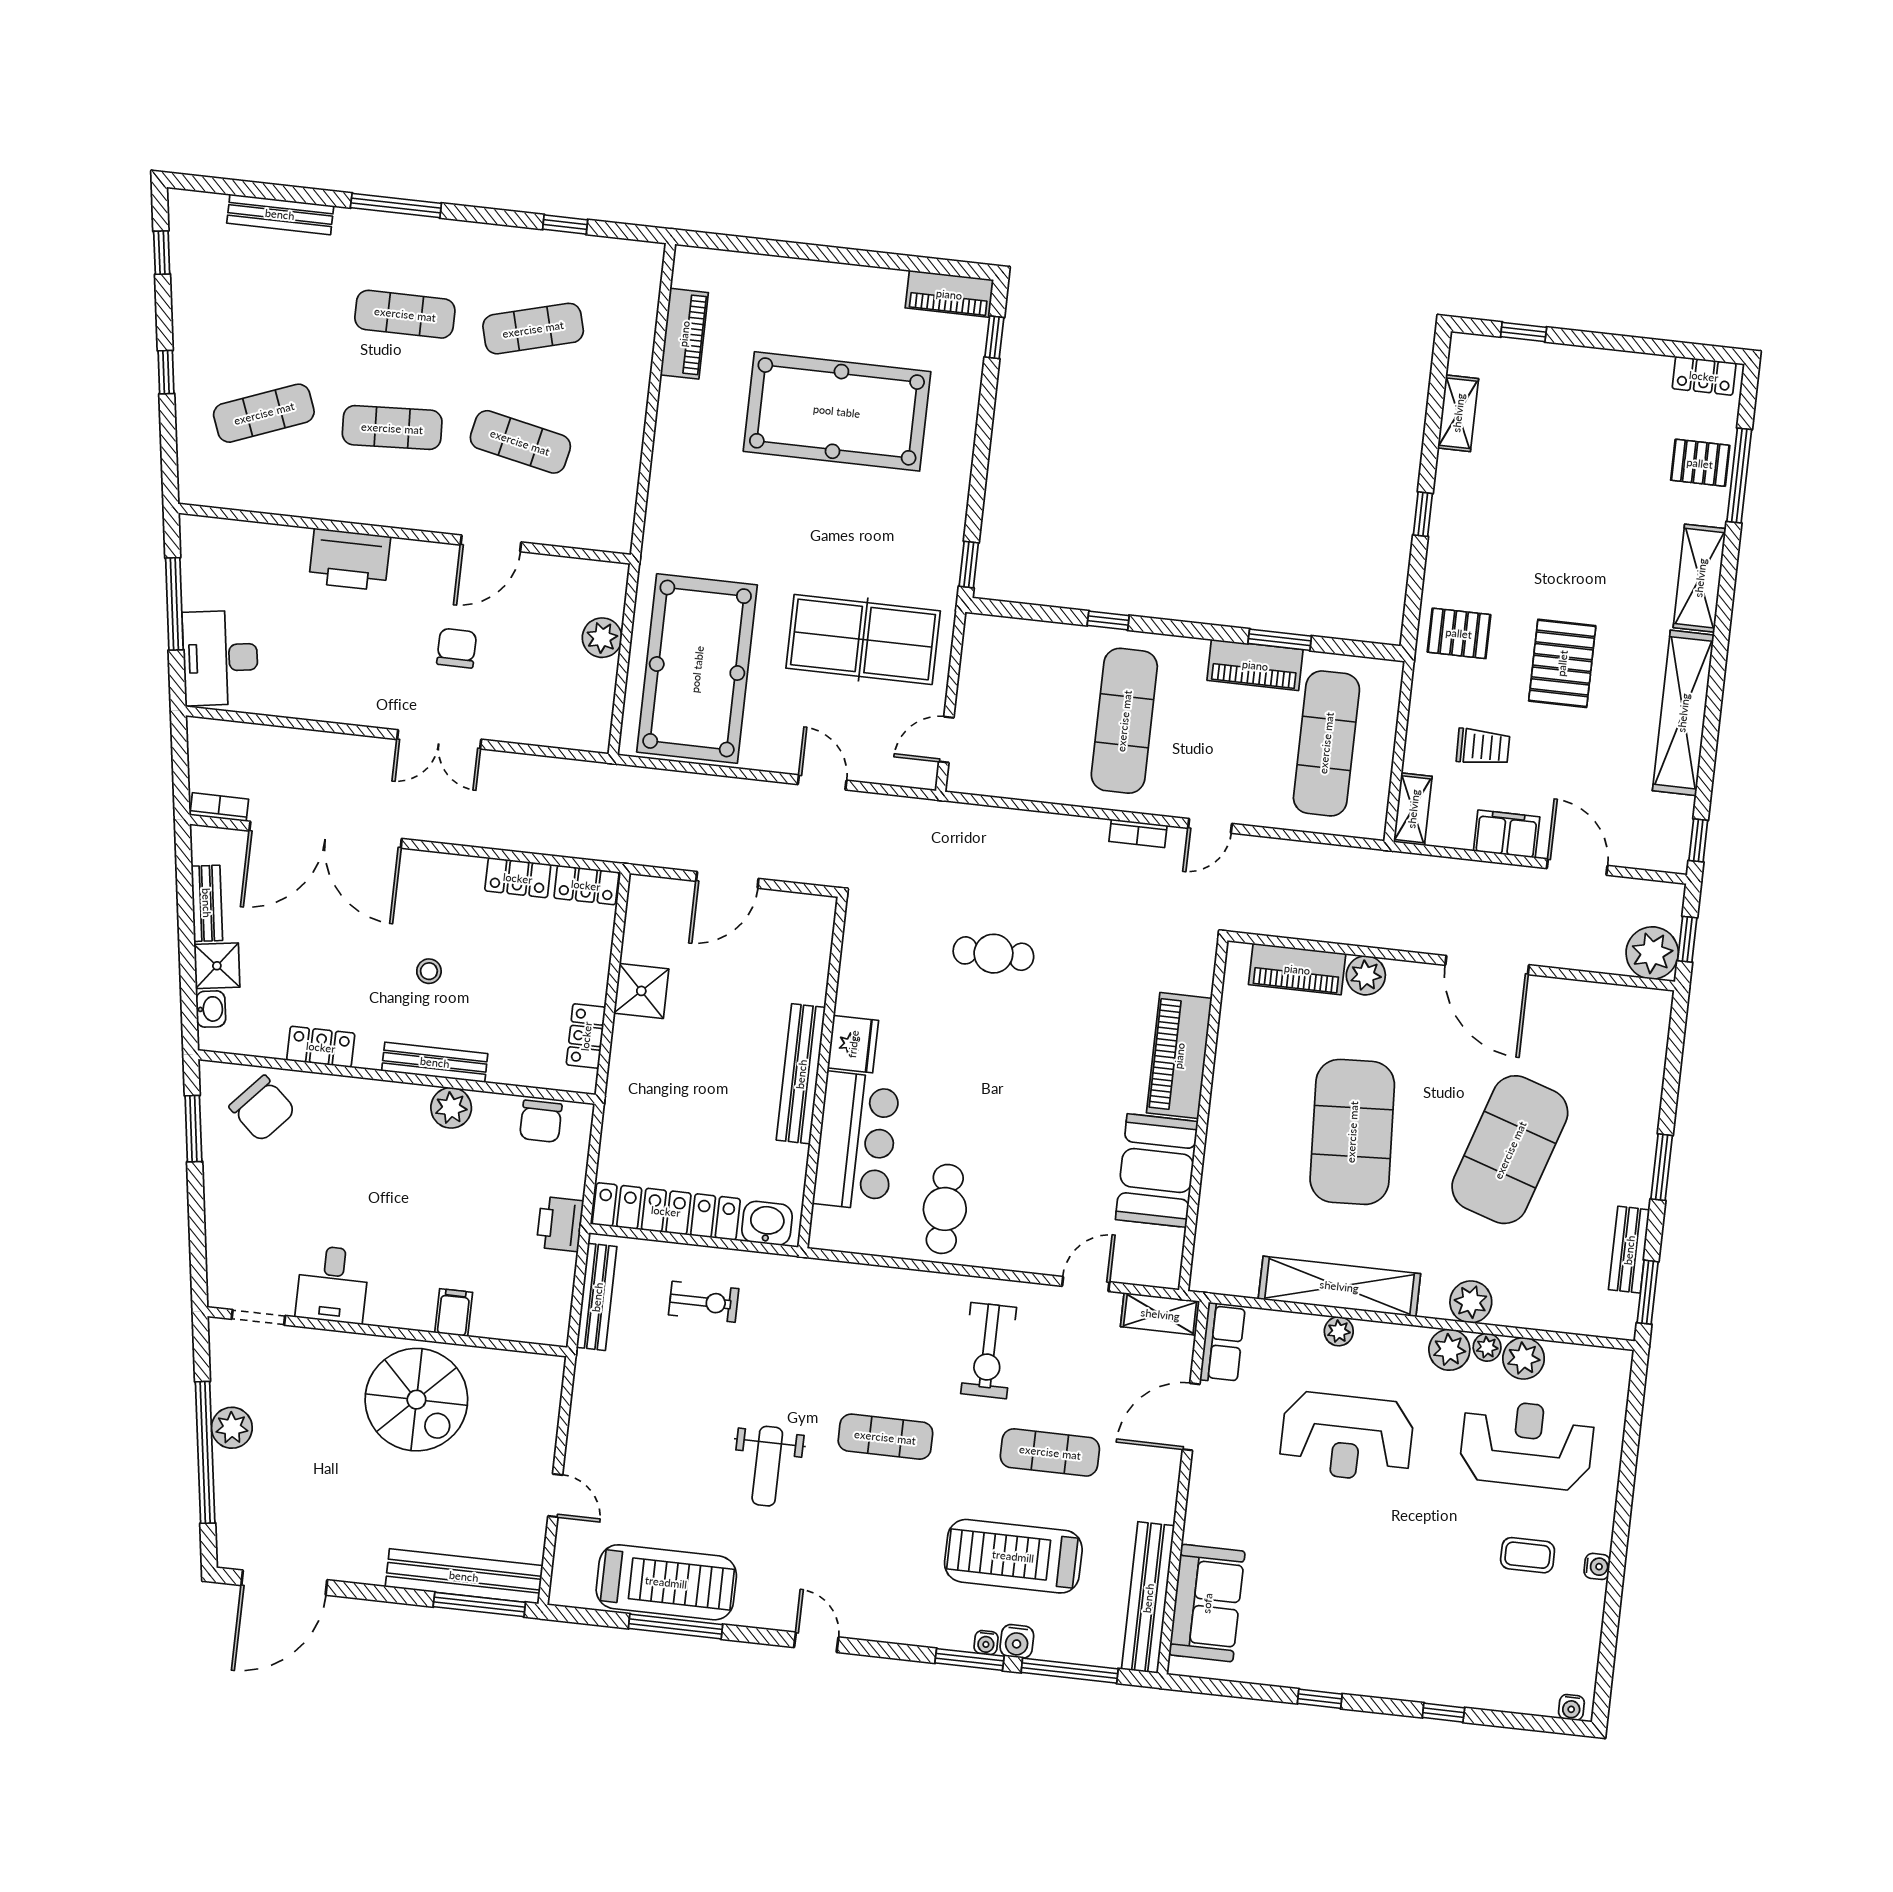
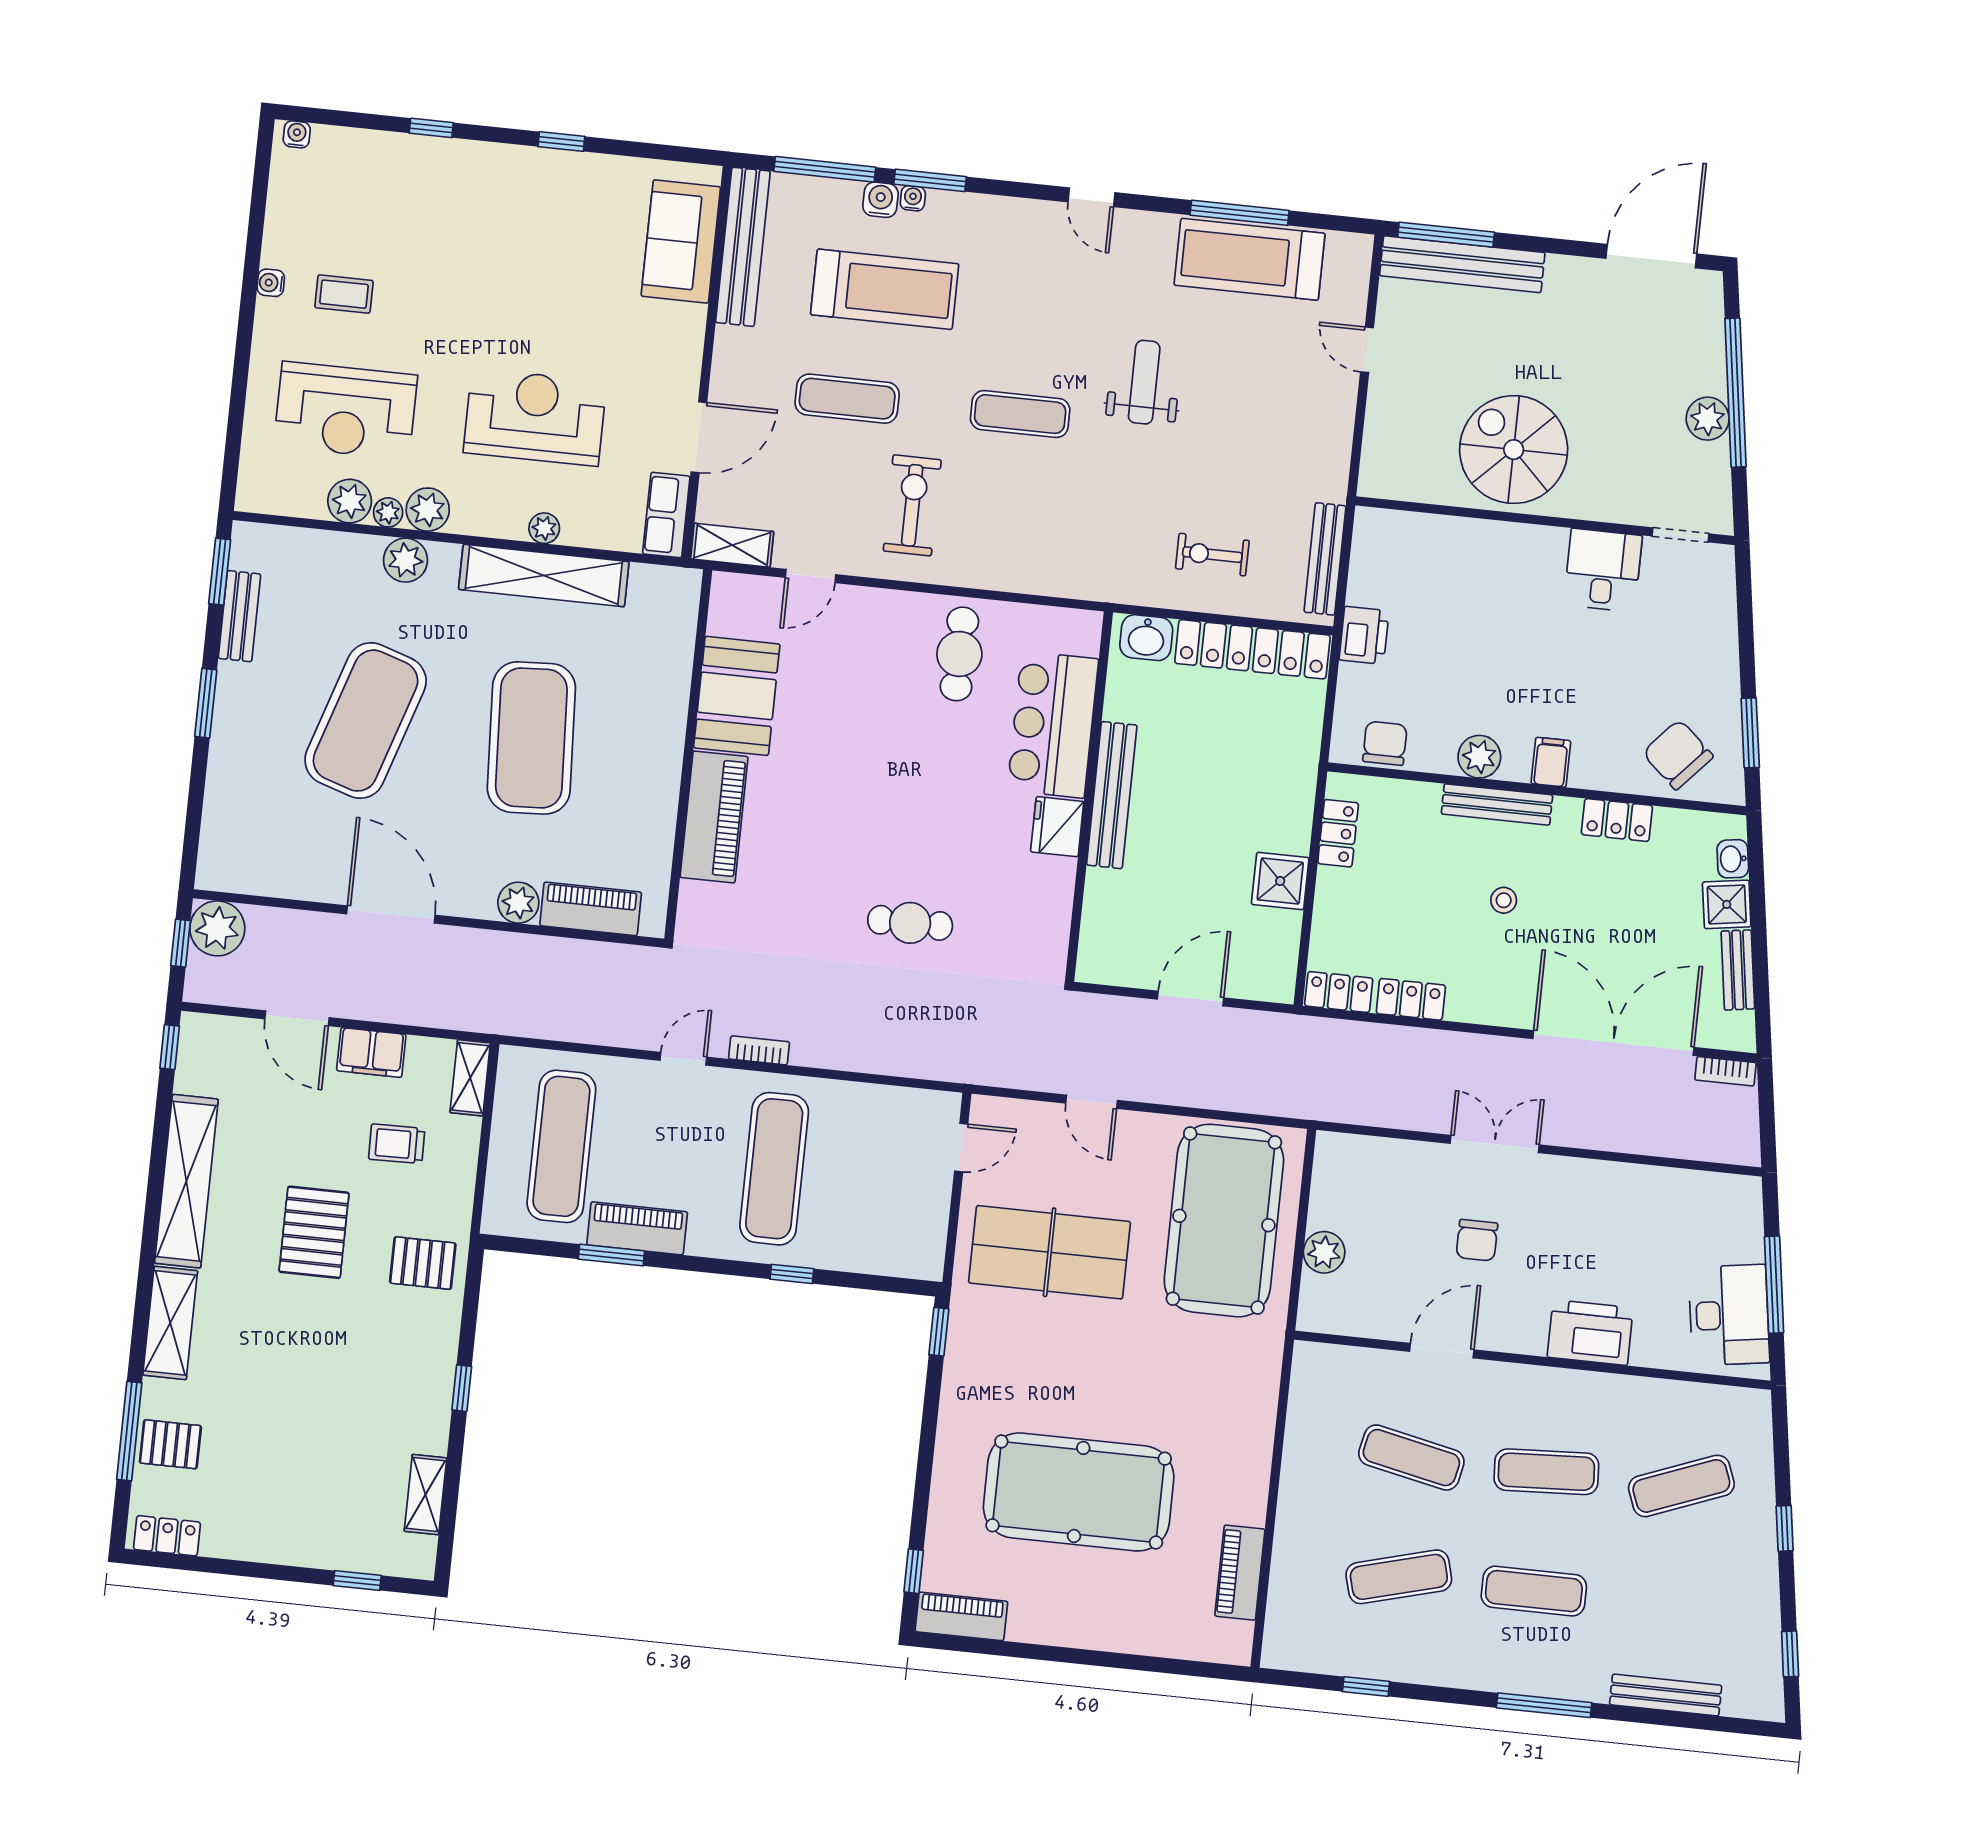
desk: (220, 658) -> (1729, 1315), moved
filing cabinet: (454, 1313) -> (1551, 762), moved, turned 180

